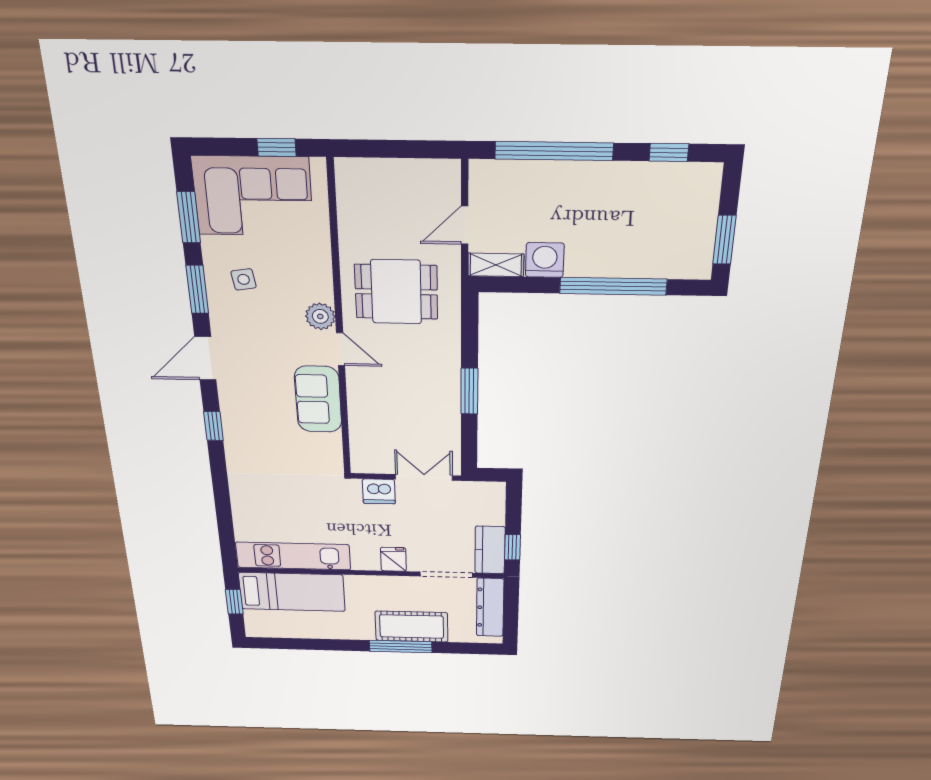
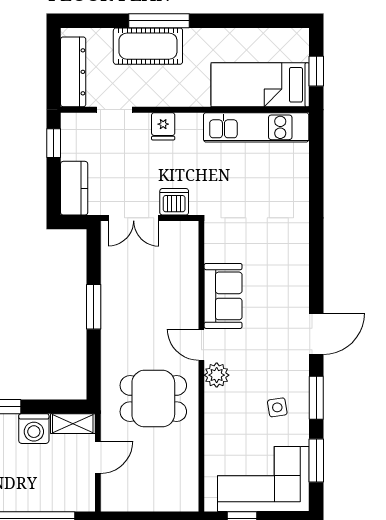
window: (213, 426) -> (316, 267), removed
kitchen counter: (490, 550) -> (74, 188), moved
doorway: (446, 575) -> (114, 110), width x0.73

